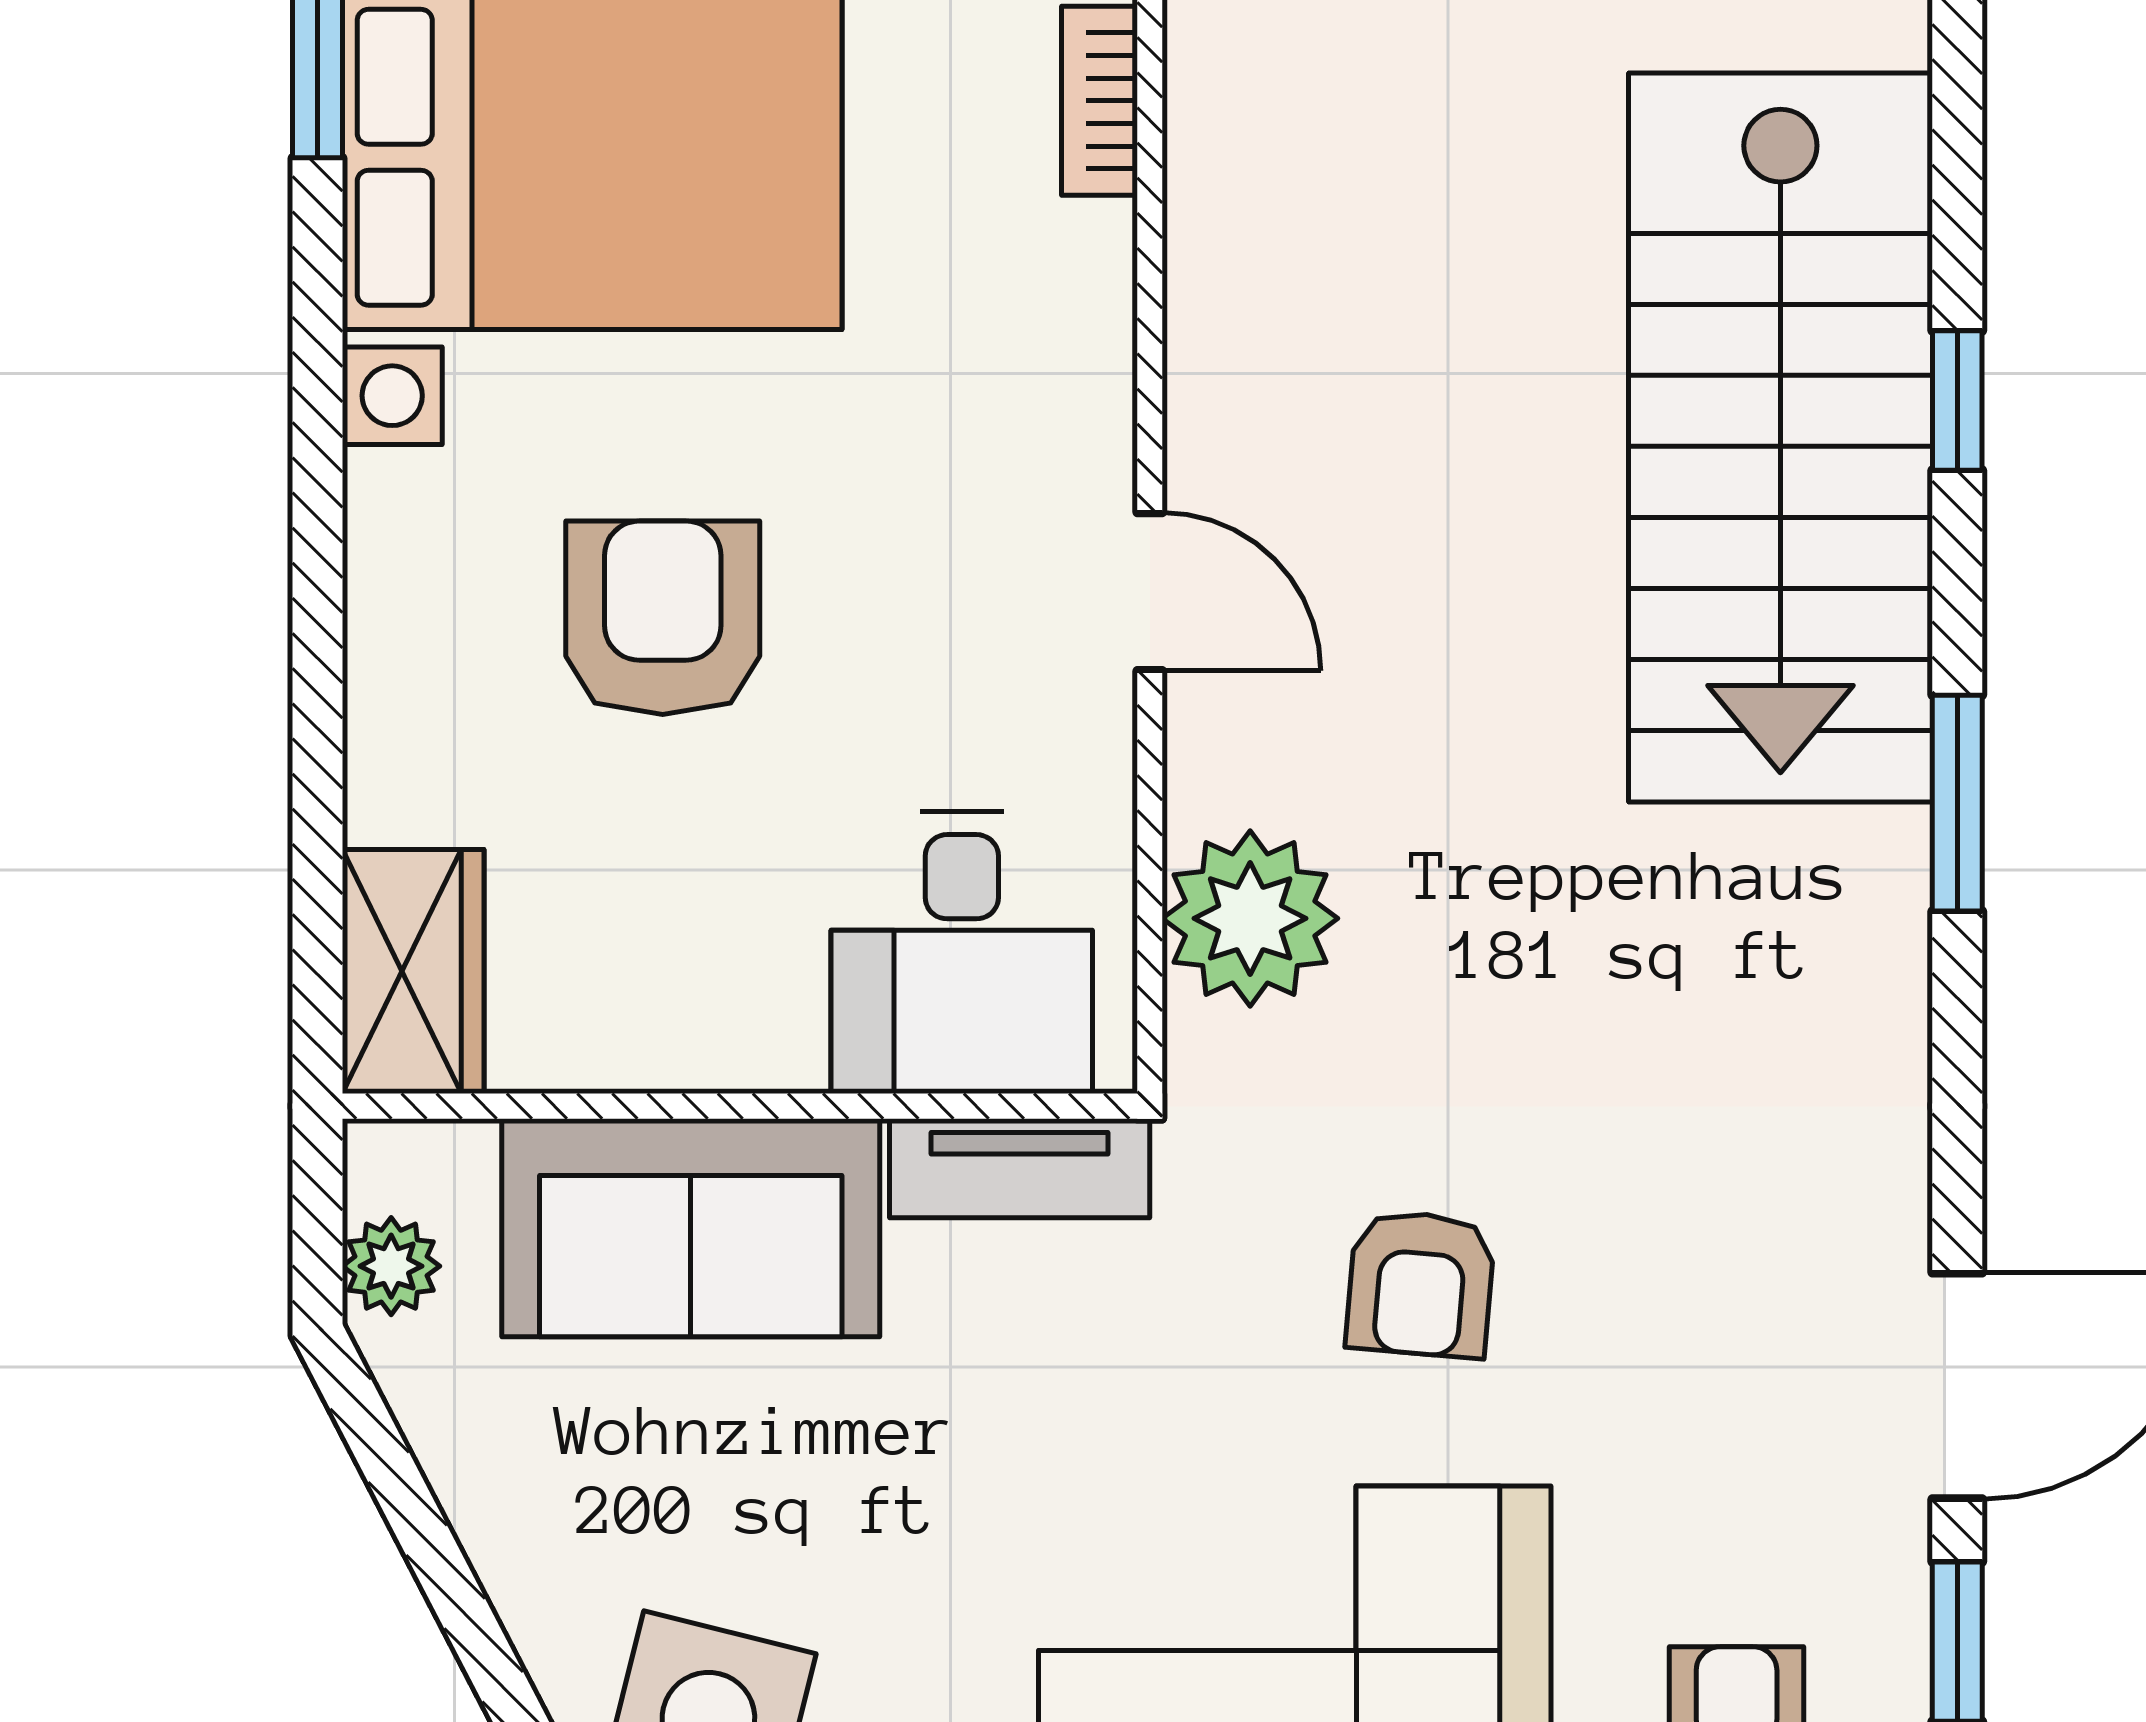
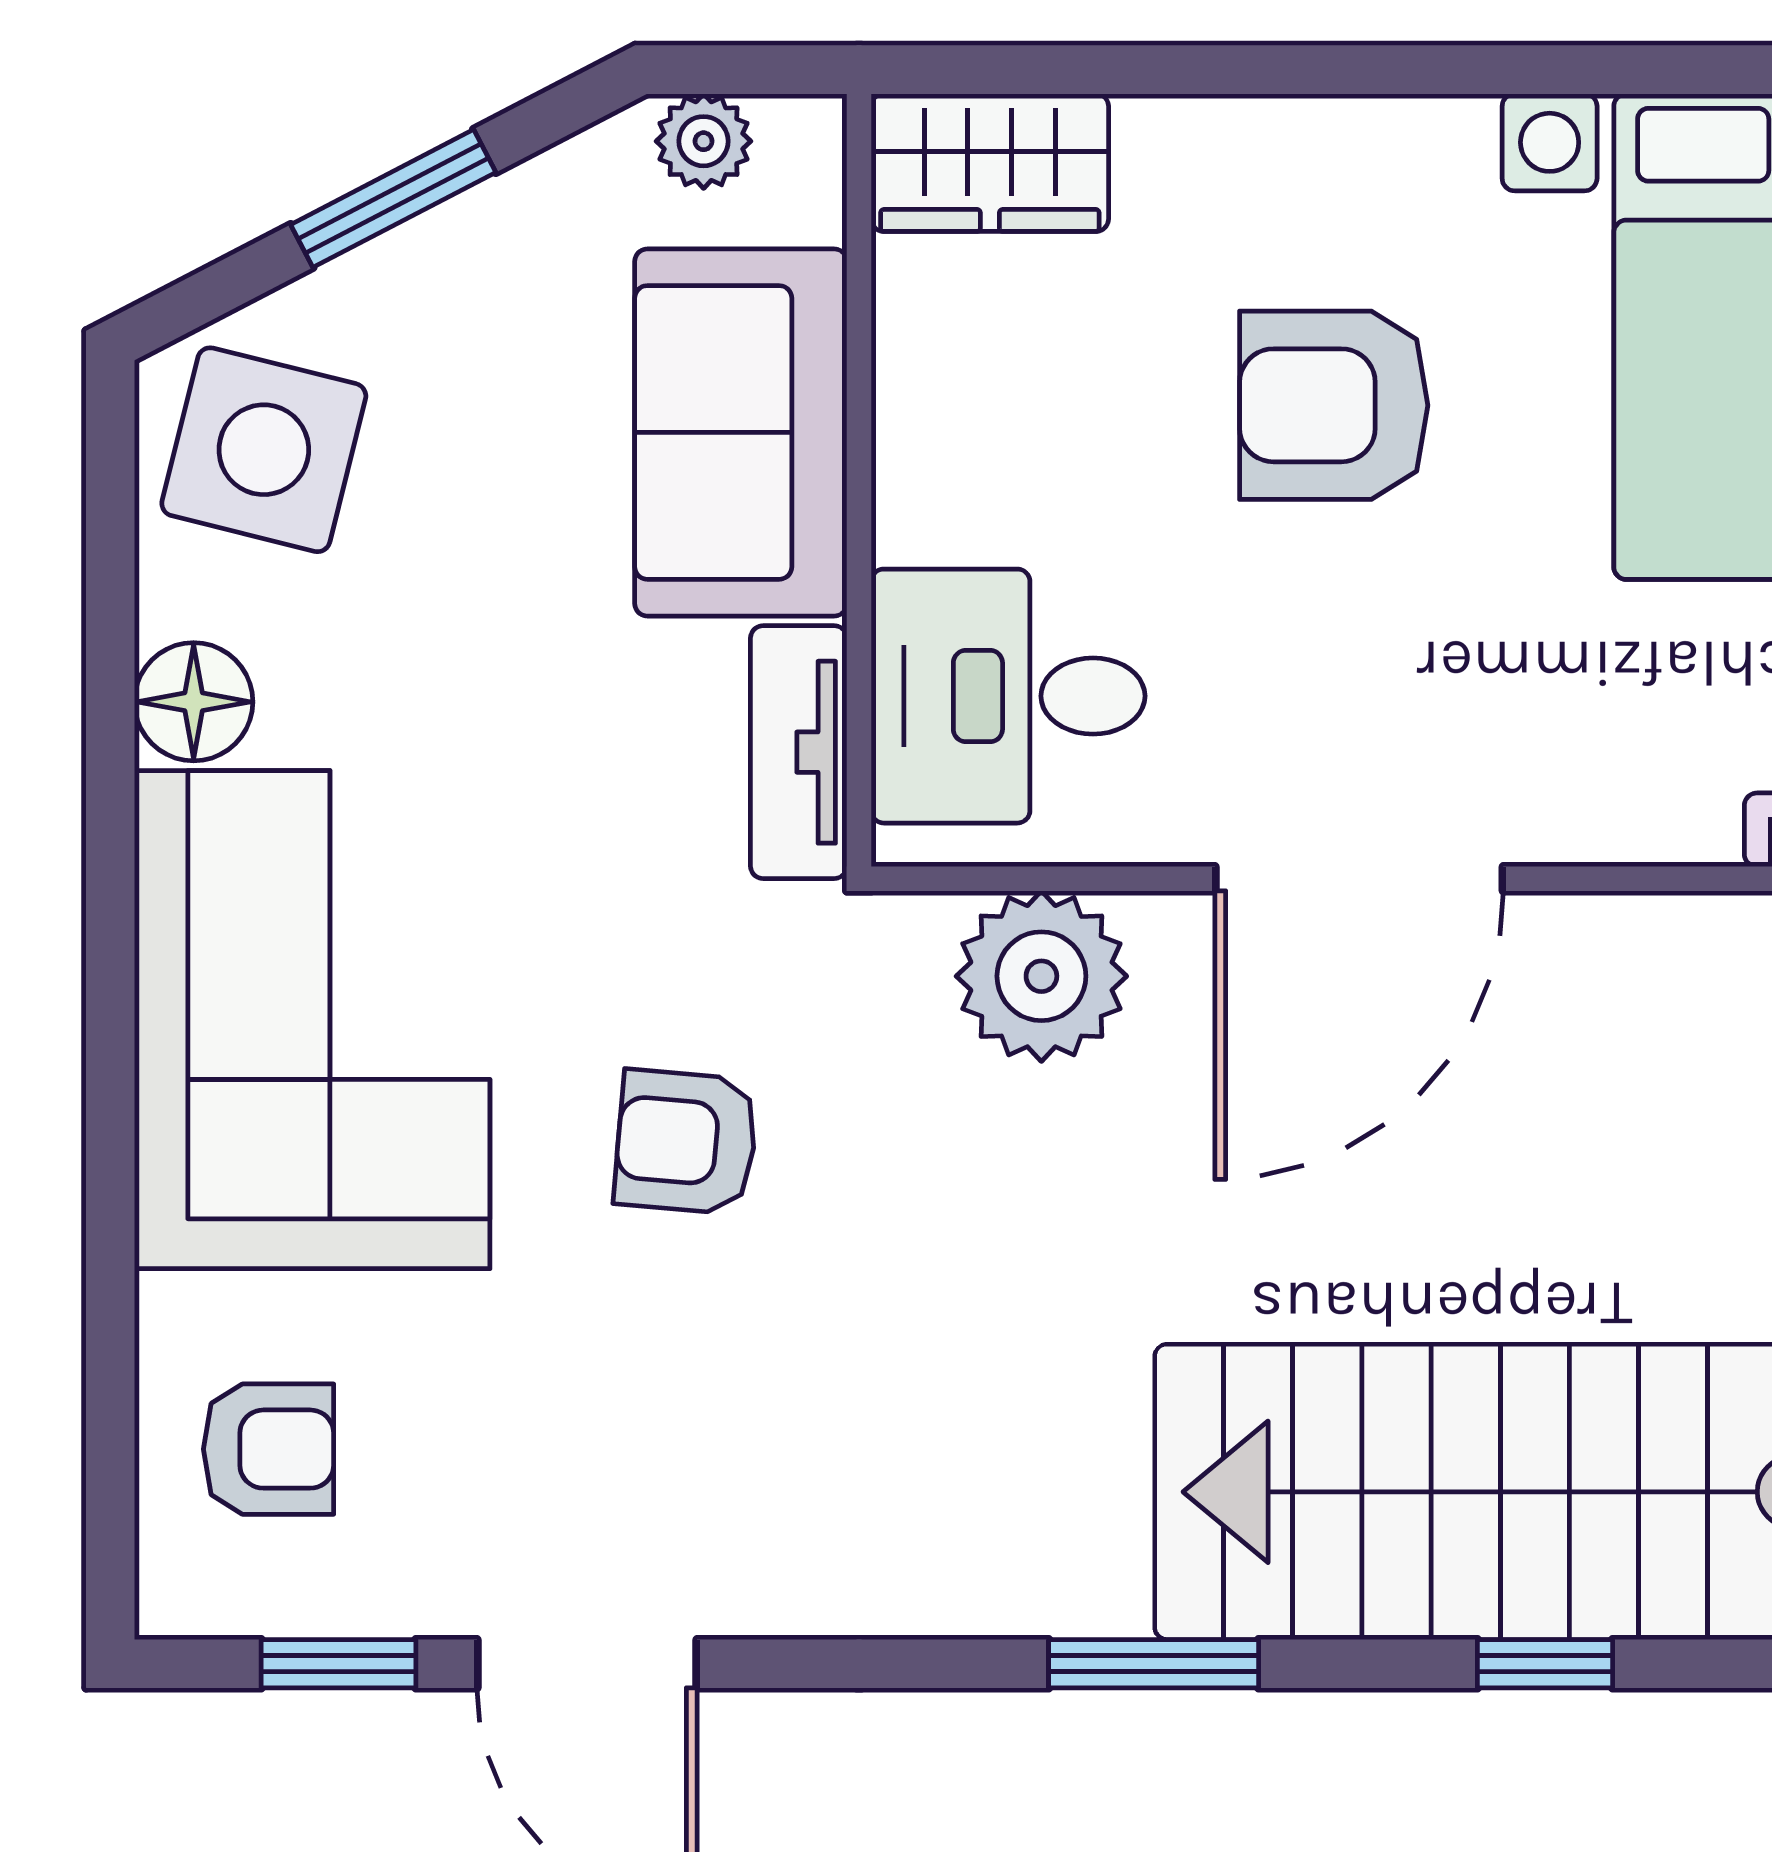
door: (1150, 592) -> (1359, 879), width x1.87
armchair: (663, 618) -> (1334, 405), turned 180
window: (450, 1585) -> (393, 198), added

